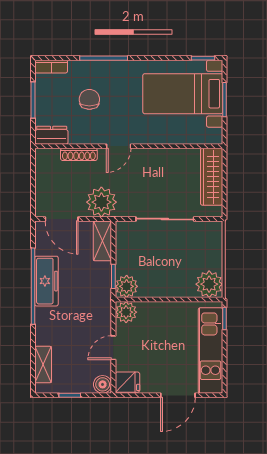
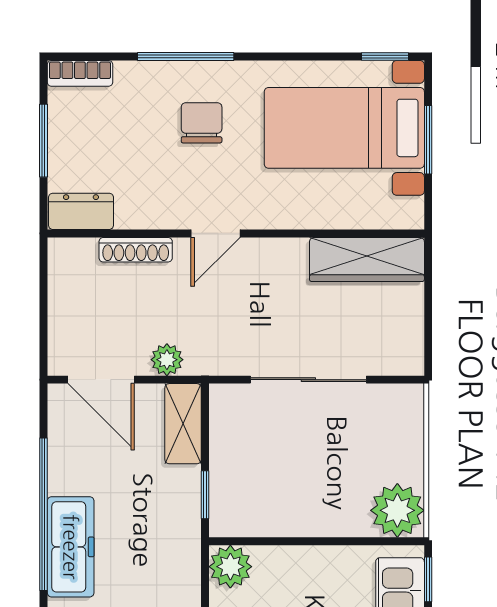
chair: (89, 99) -> (202, 123), moved
wardrobe: (212, 177) -> (367, 259), moved, turned -90
plant: (101, 202) -> (167, 360), width x0.53, depth x0.53
freezer: (46, 281) -> (71, 547), moved
plant: (127, 286) -> (231, 515), removed

